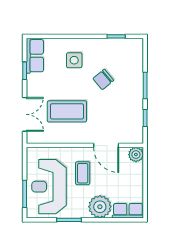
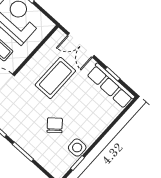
row of seats: (35, 56) -> (111, 86), width x1.48
side table: (74, 60) -> (77, 148), moved

